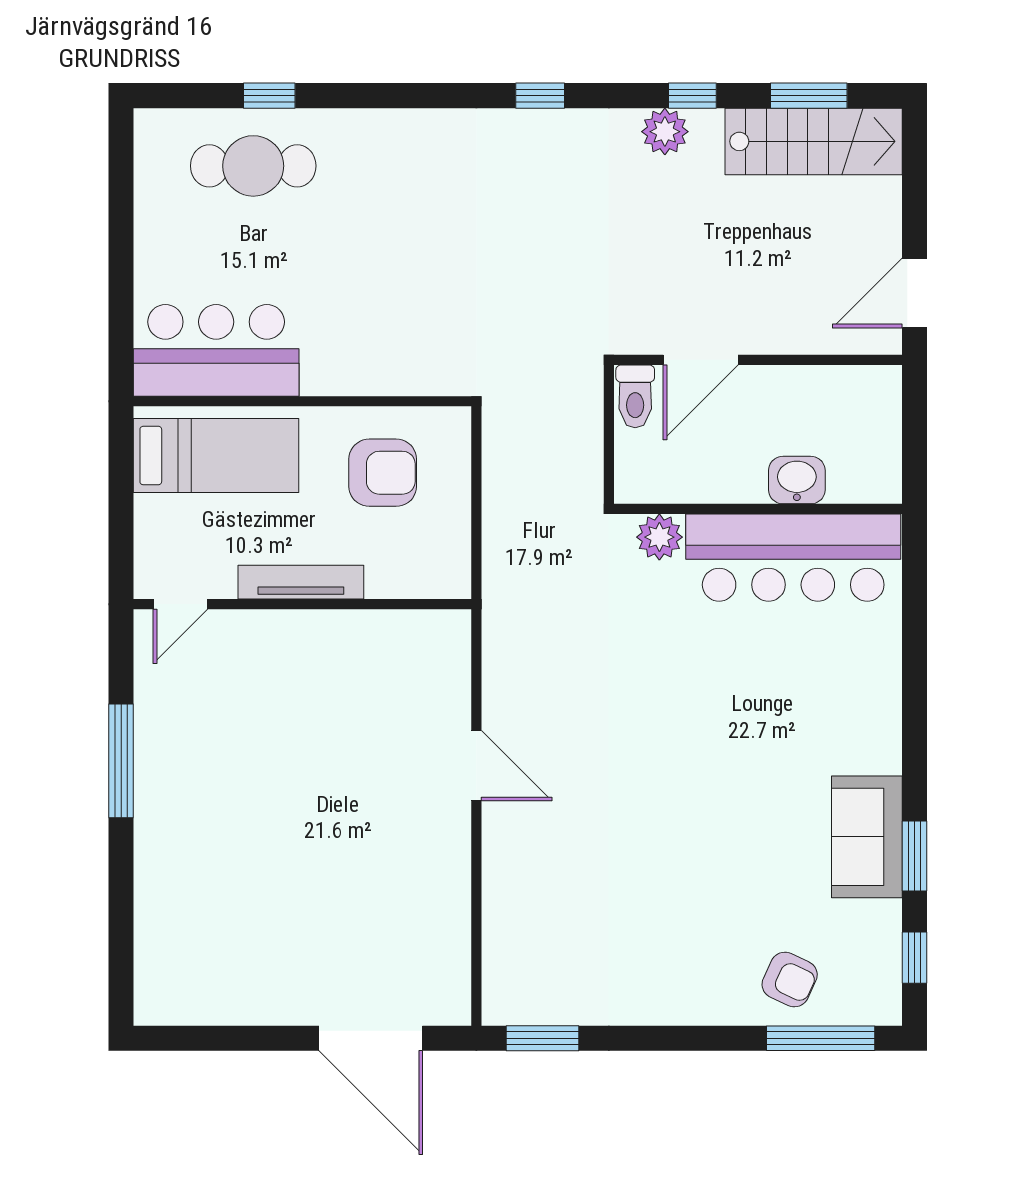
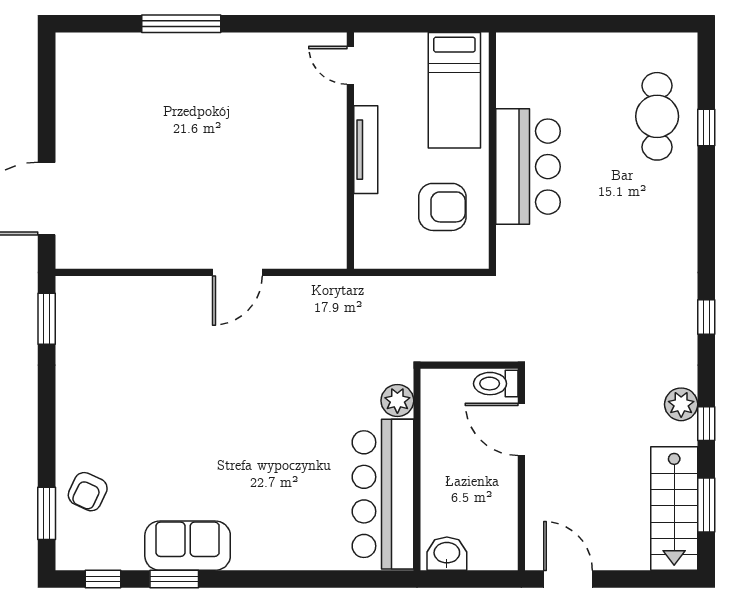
bar counter: (216, 350) -> (528, 167), moved
armchair: (383, 473) -> (442, 207), turned -90
washbasin: (797, 480) -> (447, 554), moved, turned -90
window: (121, 761) -> (181, 24), moved
window: (821, 1038) -> (47, 513), width x0.69

